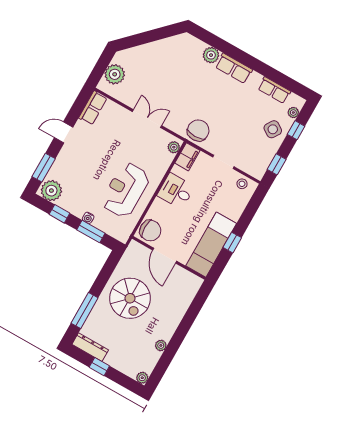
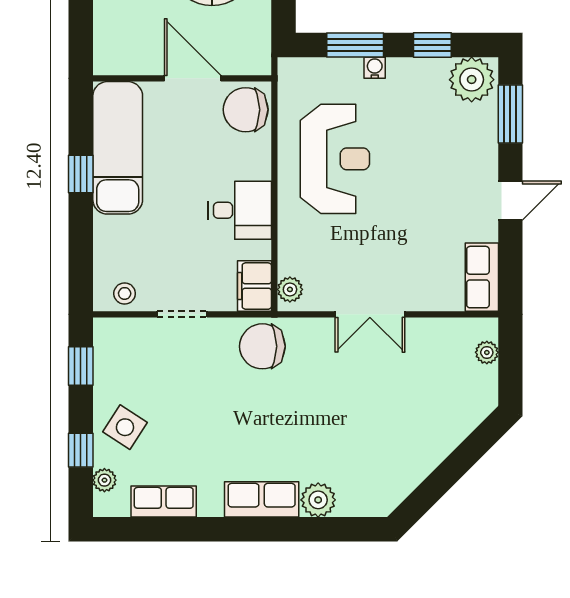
plant: (115, 74) -> (487, 352), width x0.53, depth x0.53
chair: (198, 130) -> (262, 346), turned 90

